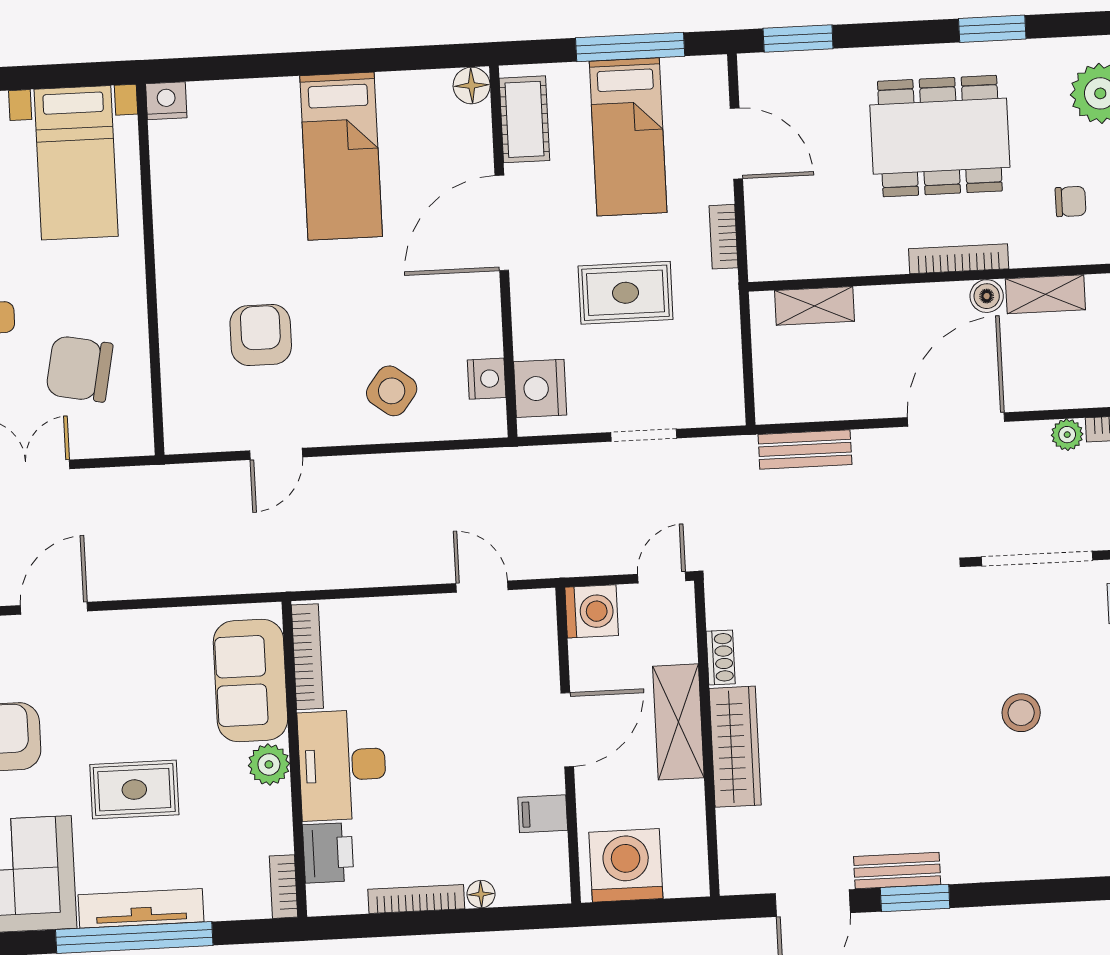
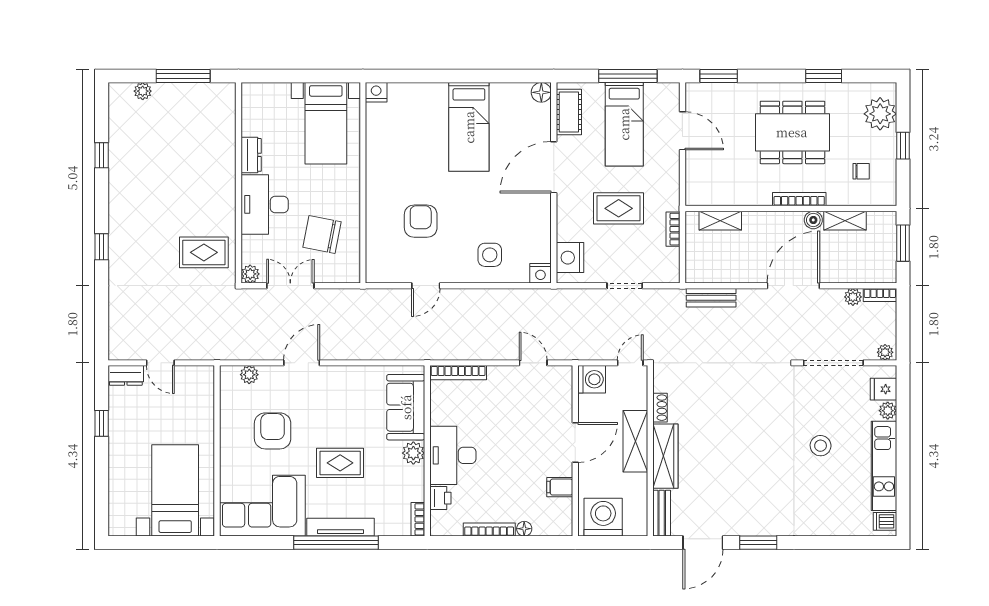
bookcase: (724, 237) -> (673, 229), moved
nightstand: (487, 379) -> (540, 273), moved, turned 90
side table: (392, 391) -> (490, 255), turned -37
bookcase: (307, 657) -> (458, 373), moved, turned 90
printer: (328, 853) -> (440, 498), width x0.73, depth x0.81
bench: (897, 871) -> (662, 513), moved, turned 90

